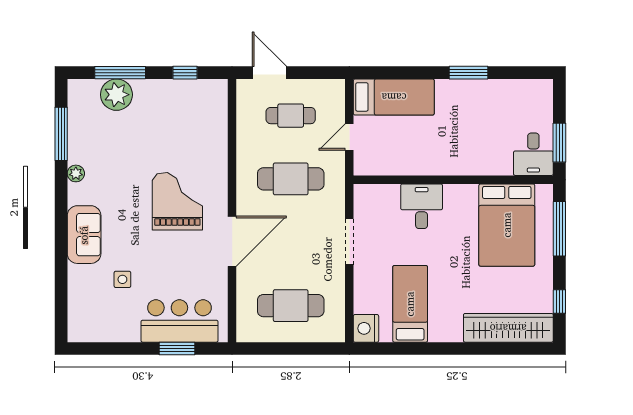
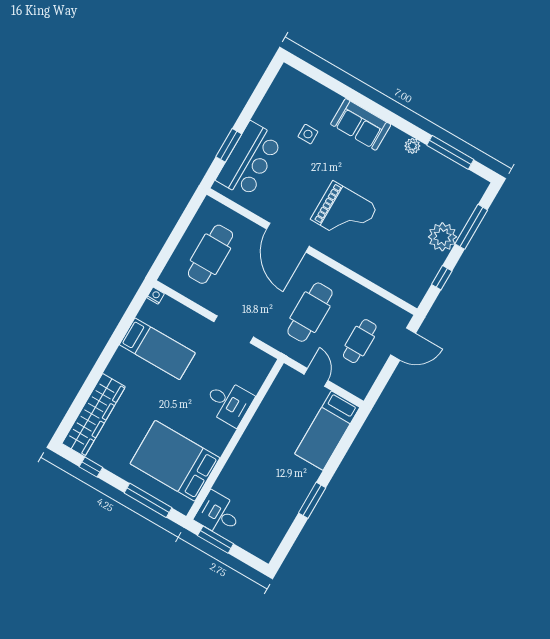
plant: (116, 95) -> (442, 237), moved
nightstand: (366, 328) -> (156, 296), width x0.53, depth x0.56

